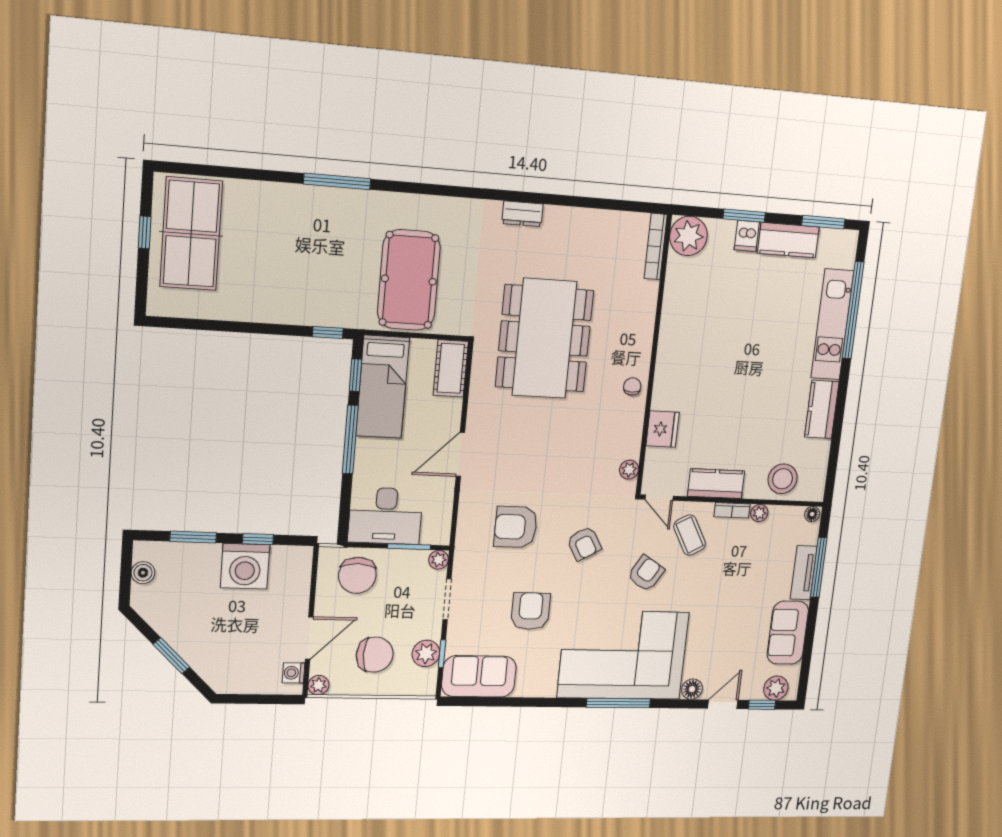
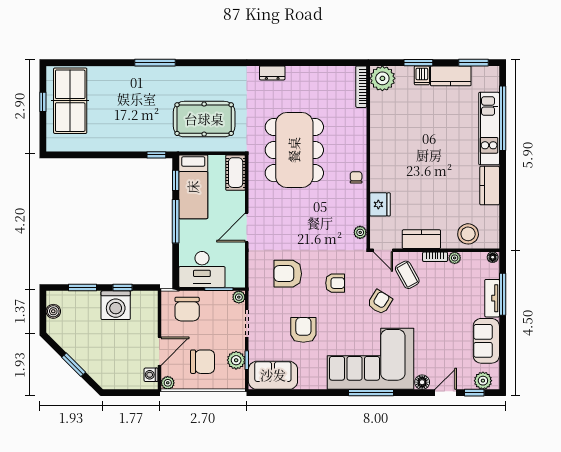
pool table: (409, 280) -> (204, 119), turned 90
armchair: (584, 543) -> (335, 283), turned -60

